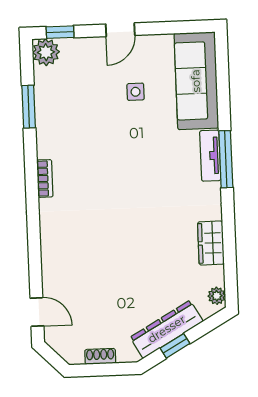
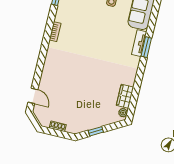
window: (226, 159) -> (146, 47), width x0.69
wardrobe: (211, 243) -> (125, 96), moved
dresser: (167, 329) -> (94, 122), removed

